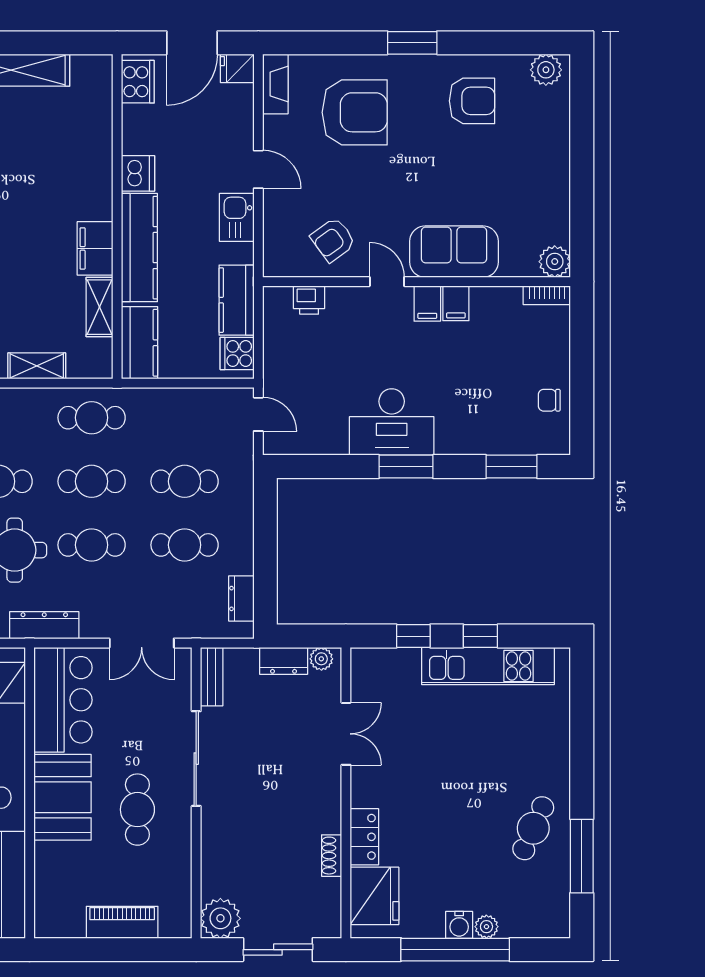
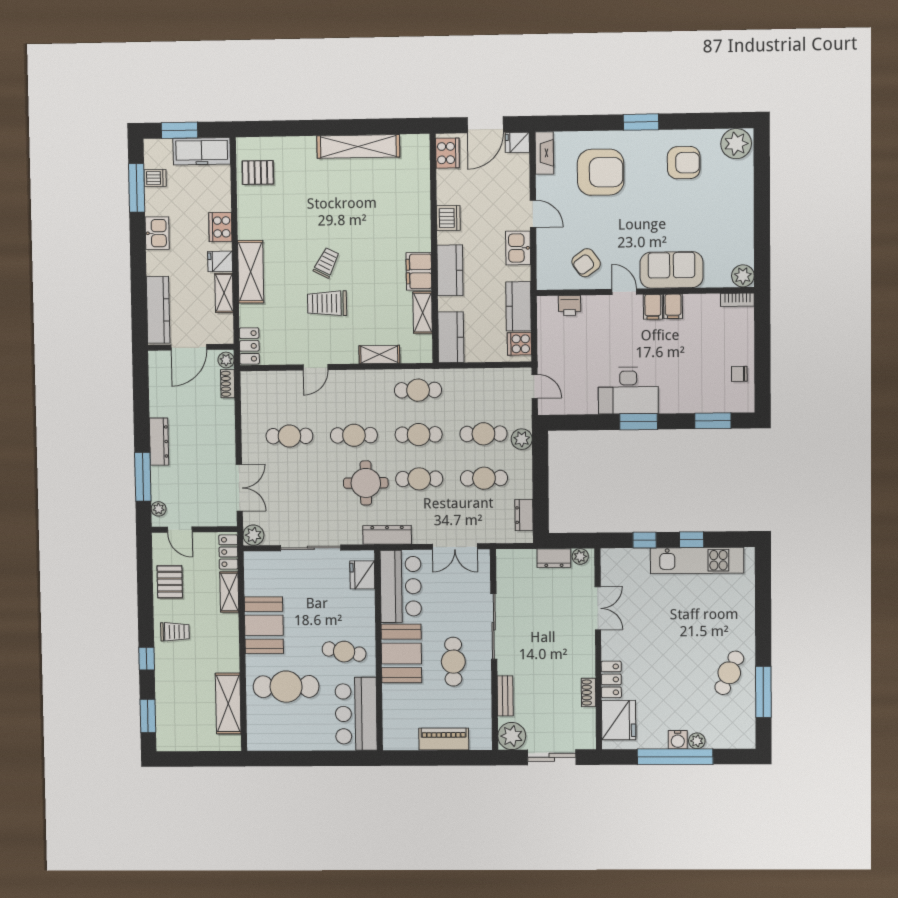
plant: (546, 70) -> (736, 144), width x1.36, depth x1.36
kitchen counter: (139, 248) -> (450, 270), width x0.67
plant: (239, 490) -> (522, 439), added
bench: (212, 677) -> (505, 696), moved

